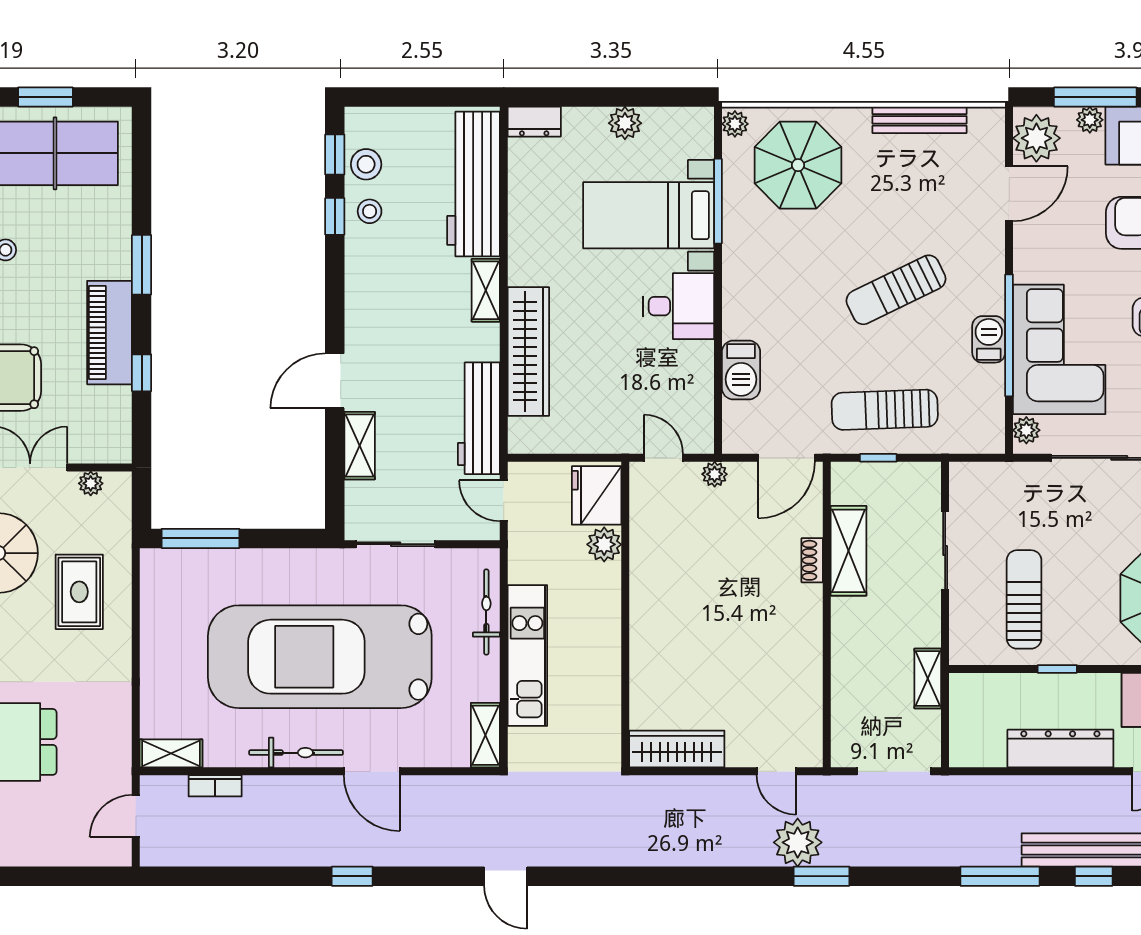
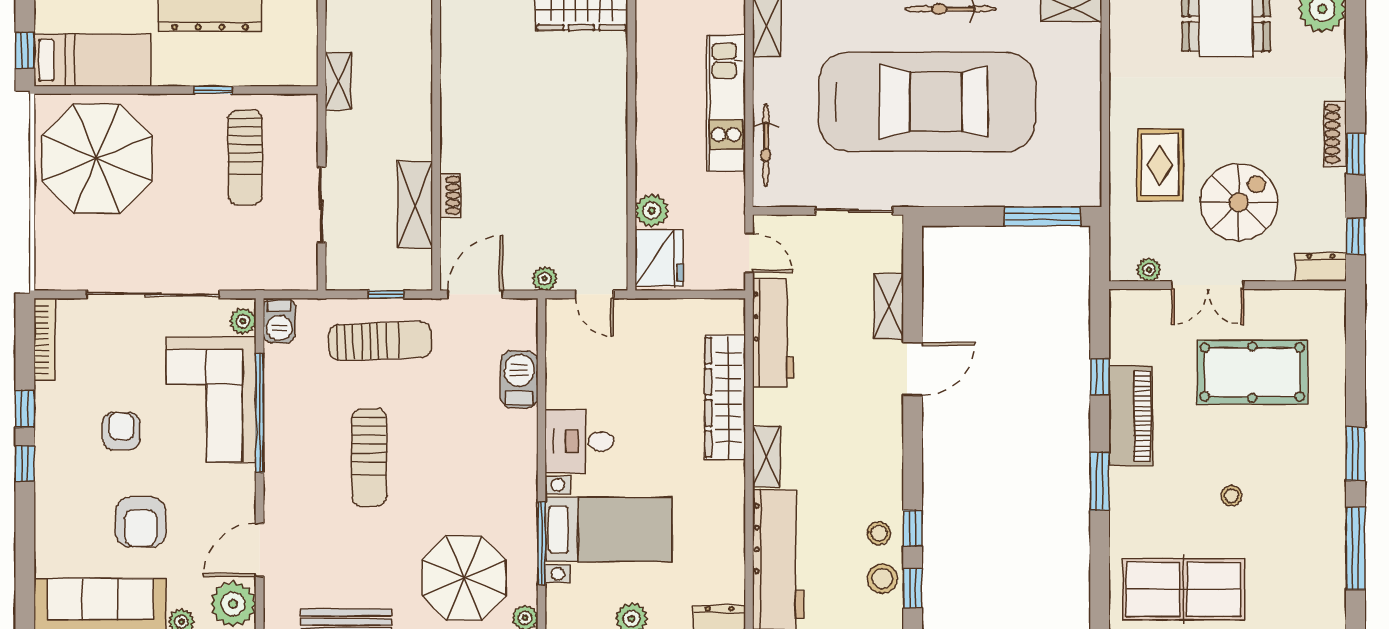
sun lounger: (896, 290) -> (369, 457), turned 116
barbecue: (989, 339) -> (279, 321), moved

